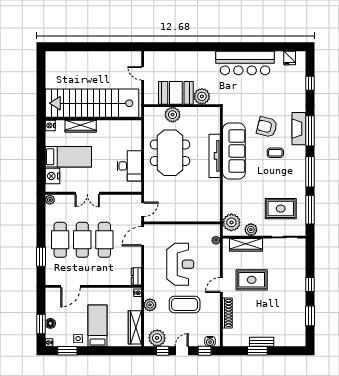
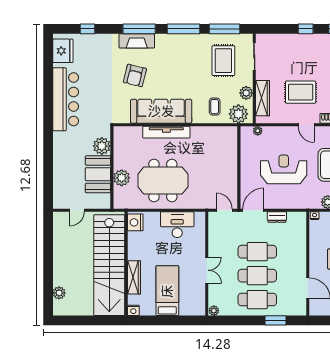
plant: (66, 57) -> (59, 293), added
fridge: (290, 58) -> (63, 51), width x1.88, depth x1.34
coffee table: (275, 153) -> (215, 107), moved
nightstand: (52, 176) -> (135, 222), moved, turned 90
door: (143, 236) -> (253, 210), swing flipped
dresser: (136, 276) -> (277, 217), moved
rug: (252, 280) -> (301, 92), turned 90

